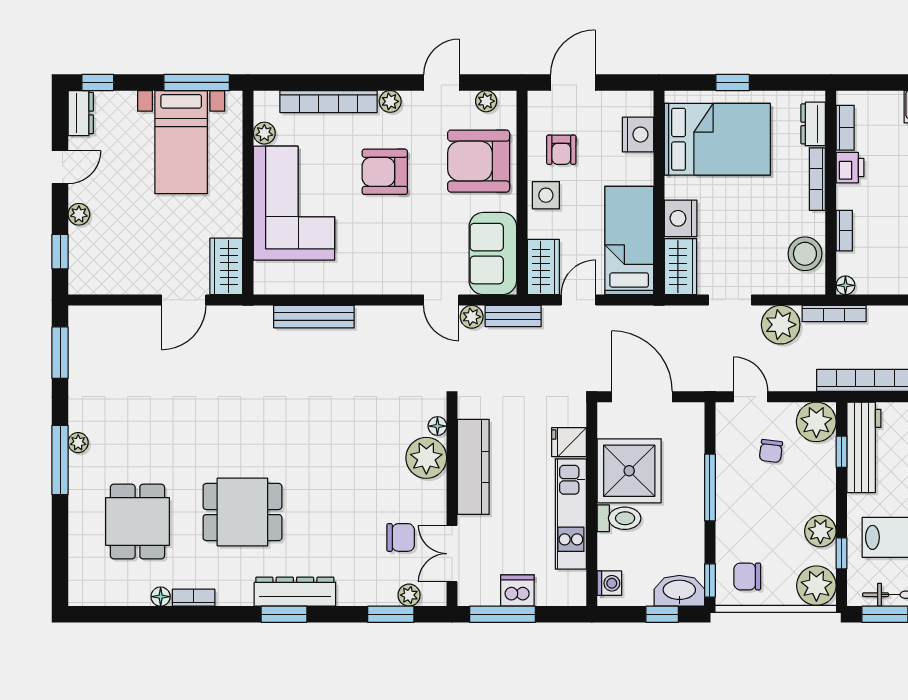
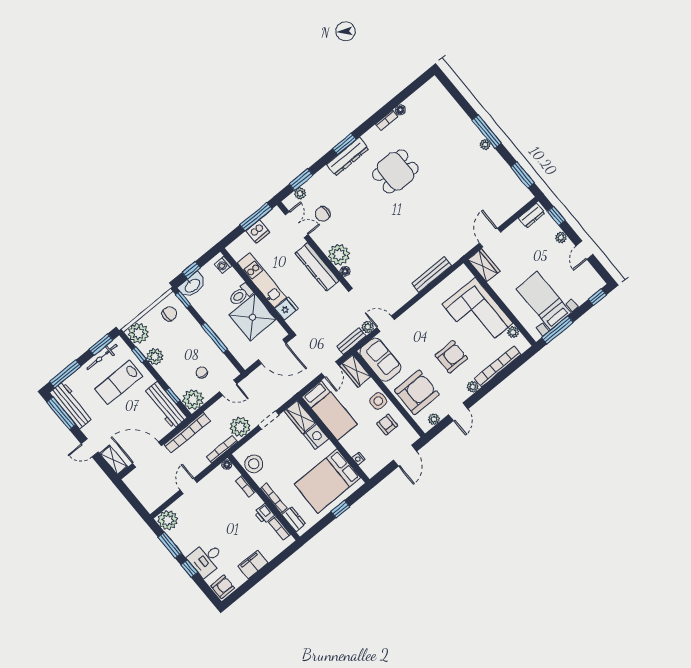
dresser: (81, 113) -> (532, 216), moved, turned -90
nightstand: (638, 135) -> (358, 459), width x0.53, depth x0.56
dining table: (137, 522) -> (435, 132), removed

